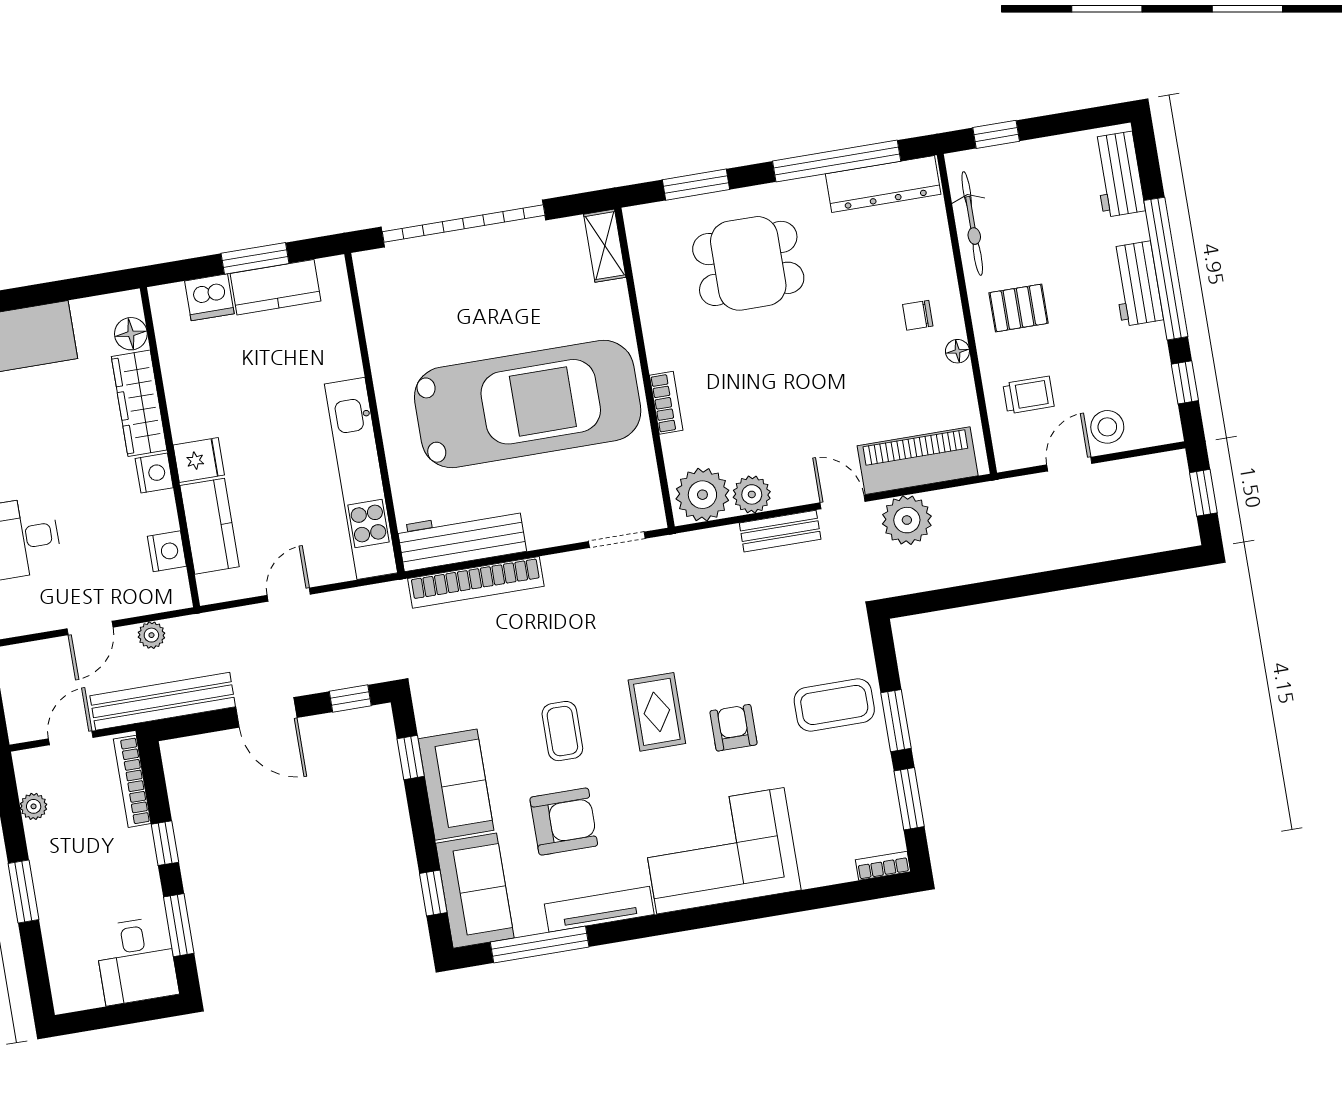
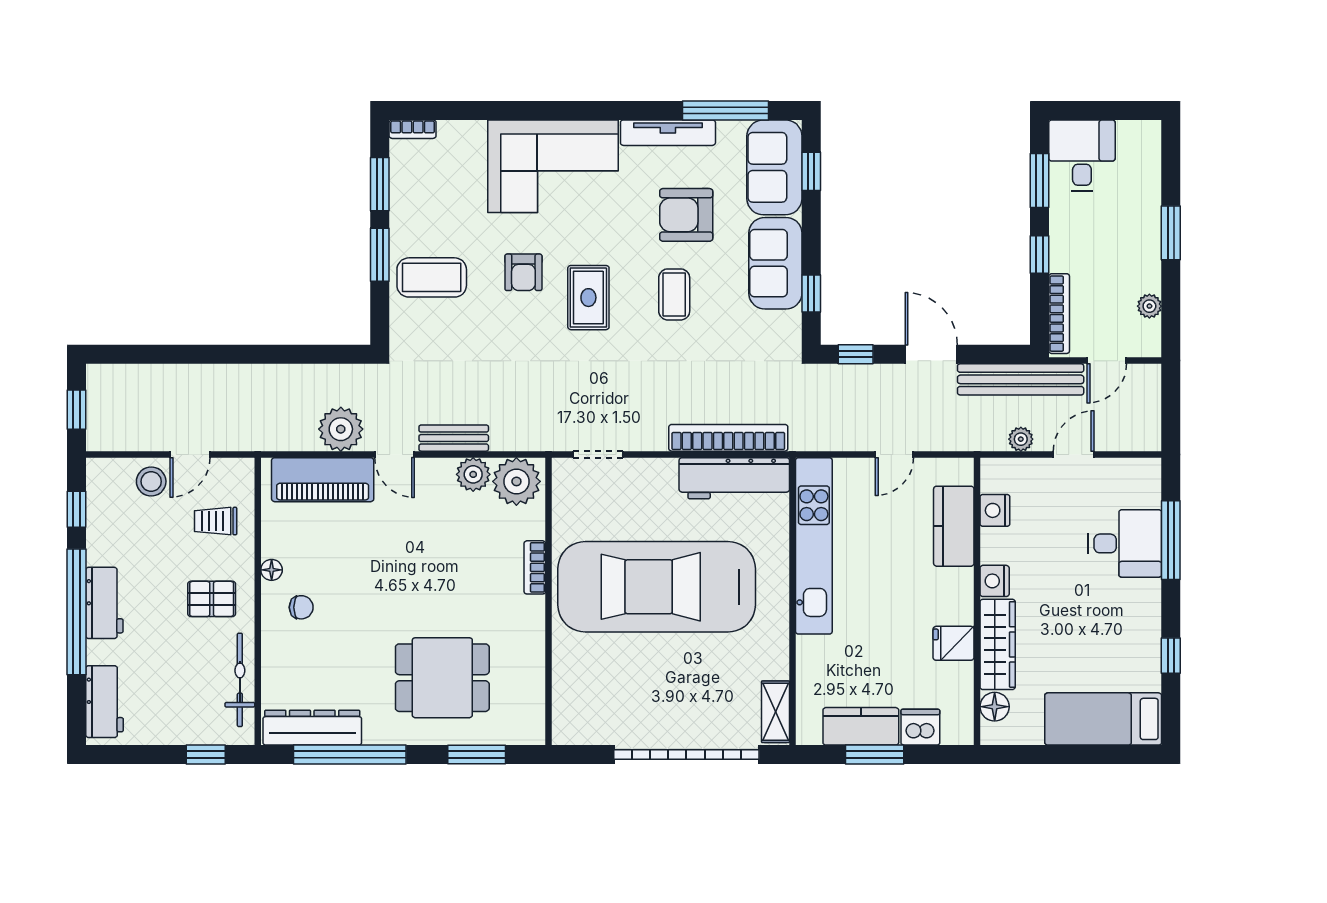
shelving: (605, 246) -> (776, 712), moved
fridge: (199, 460) -> (954, 643), moved

